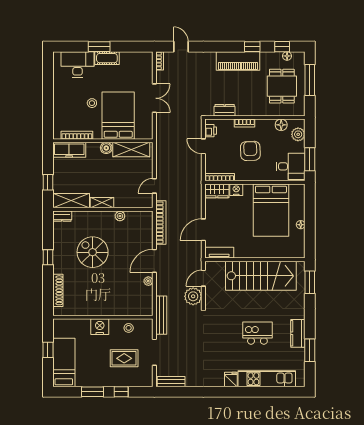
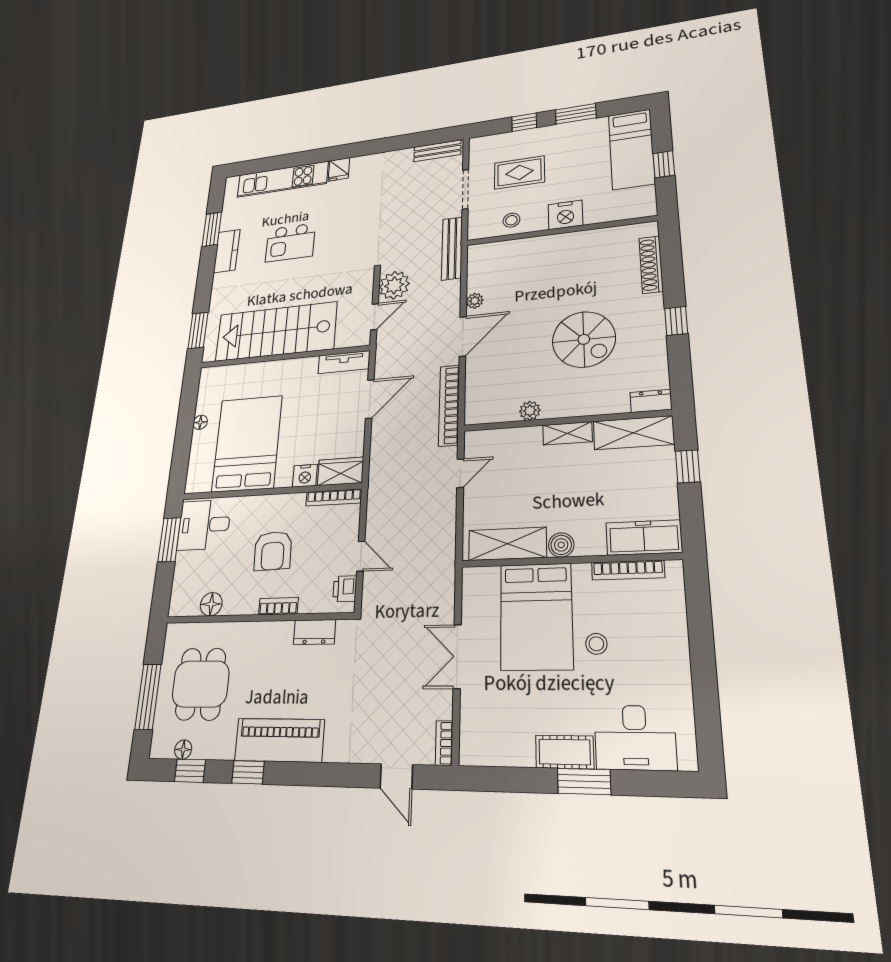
plant: (298, 134) -> (183, 586), removed

